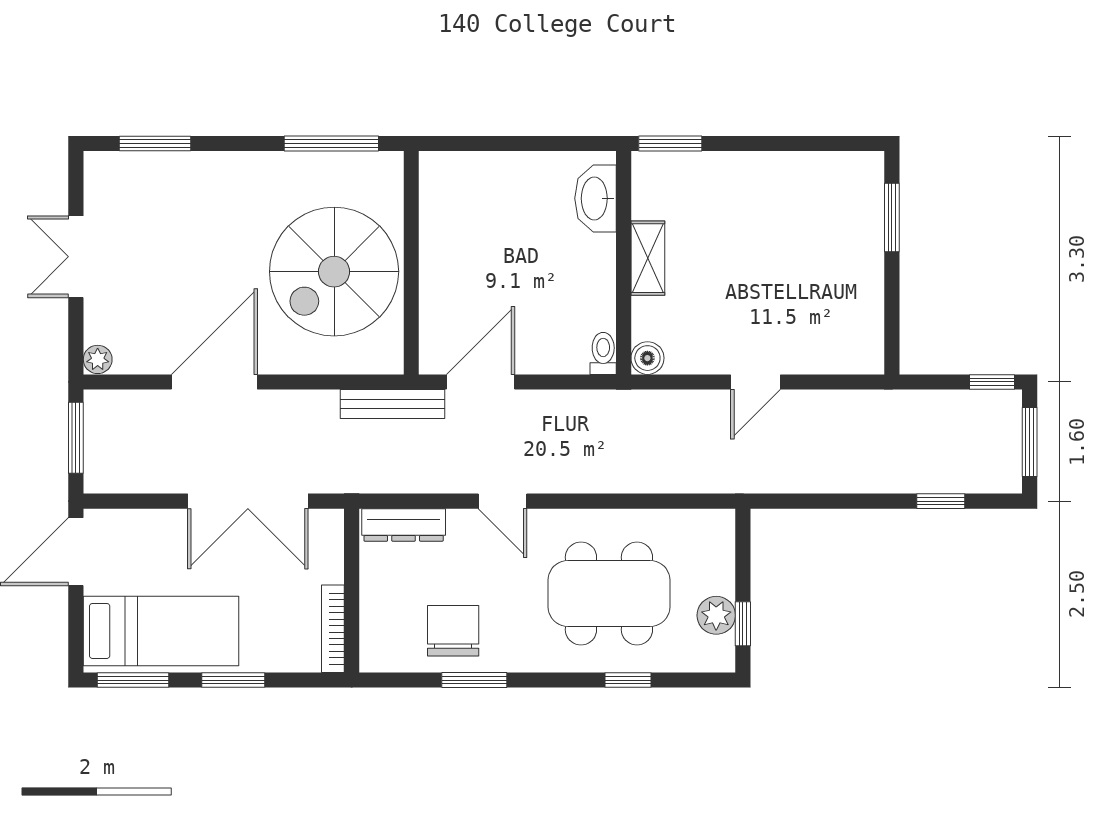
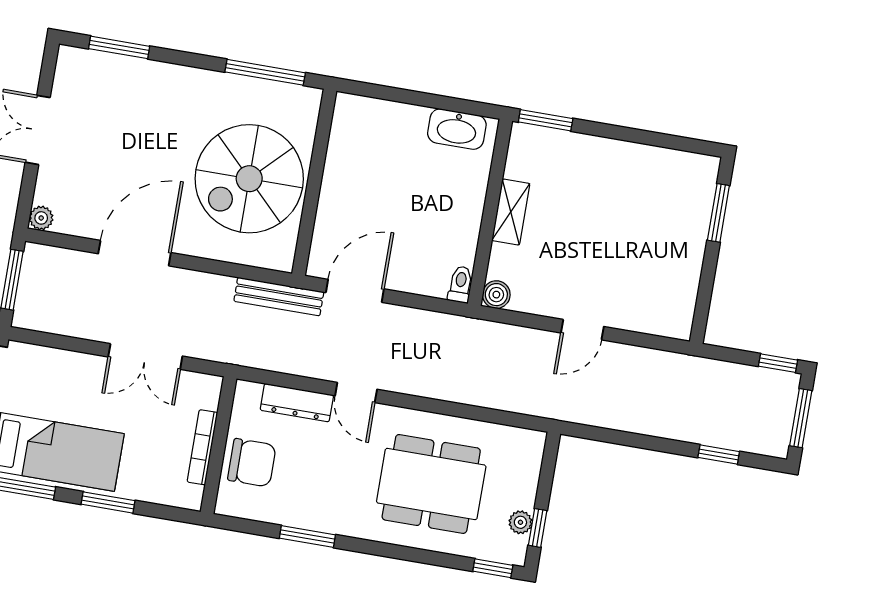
washbasin: (596, 198) -> (457, 129), moved, turned -90
double door: (248, 501) -> (145, 357), width x0.73
dresser: (404, 525) -> (297, 403), moved
plant: (716, 615) -> (520, 522), width x0.73, depth x0.73
bookcase: (333, 629) -> (202, 447), moved
chair: (453, 631) -> (252, 463), moved, turned 90
window: (628, 680) -> (493, 568), moved

